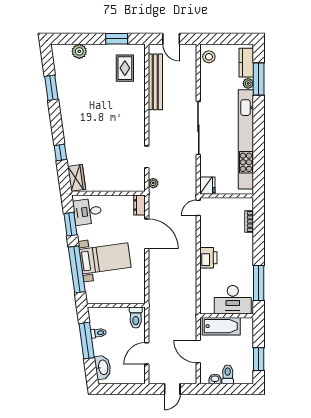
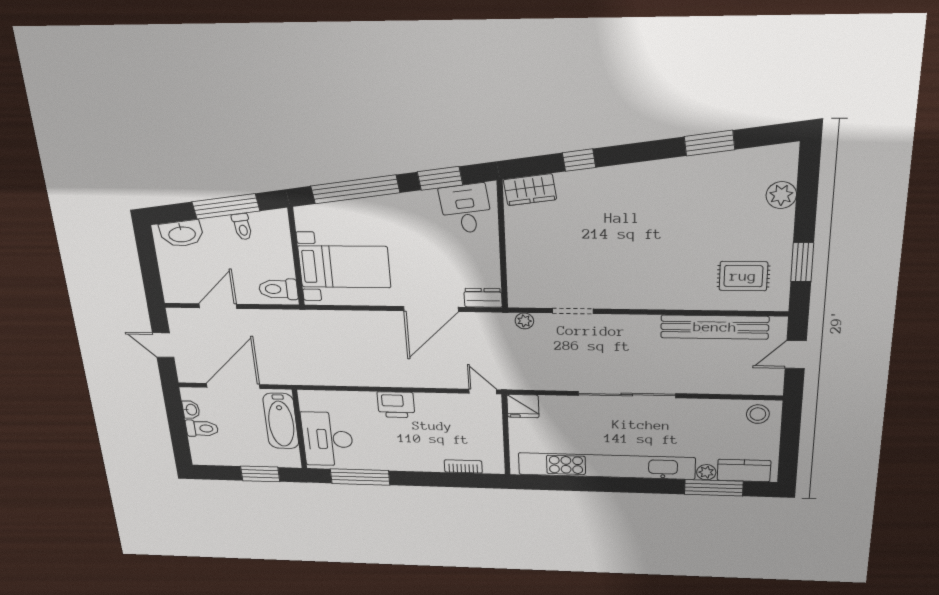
bed with nightstands: (105, 258) -> (344, 267), moved, turned -82
door: (198, 352) -> (233, 386), width x1.36
door: (147, 353) -> (218, 306), hinge flipped
window: (259, 359) -> (260, 474), moved

